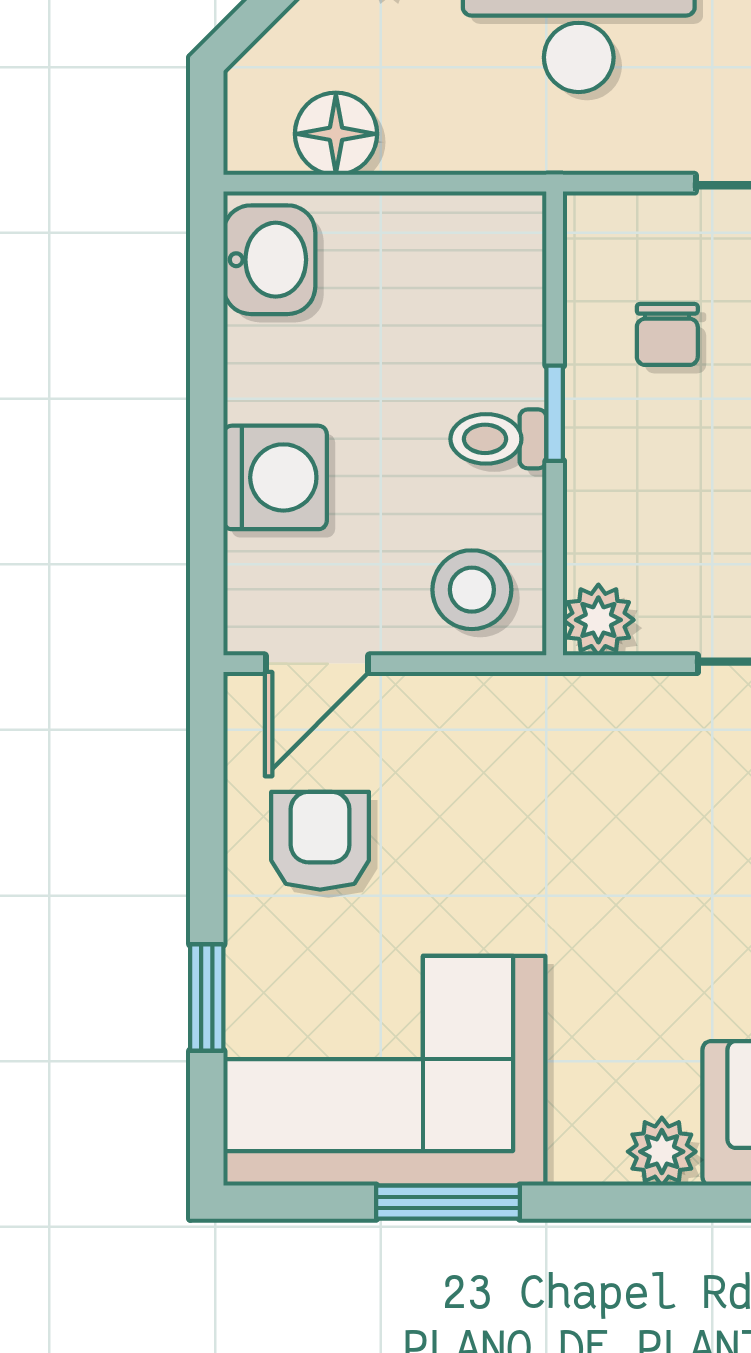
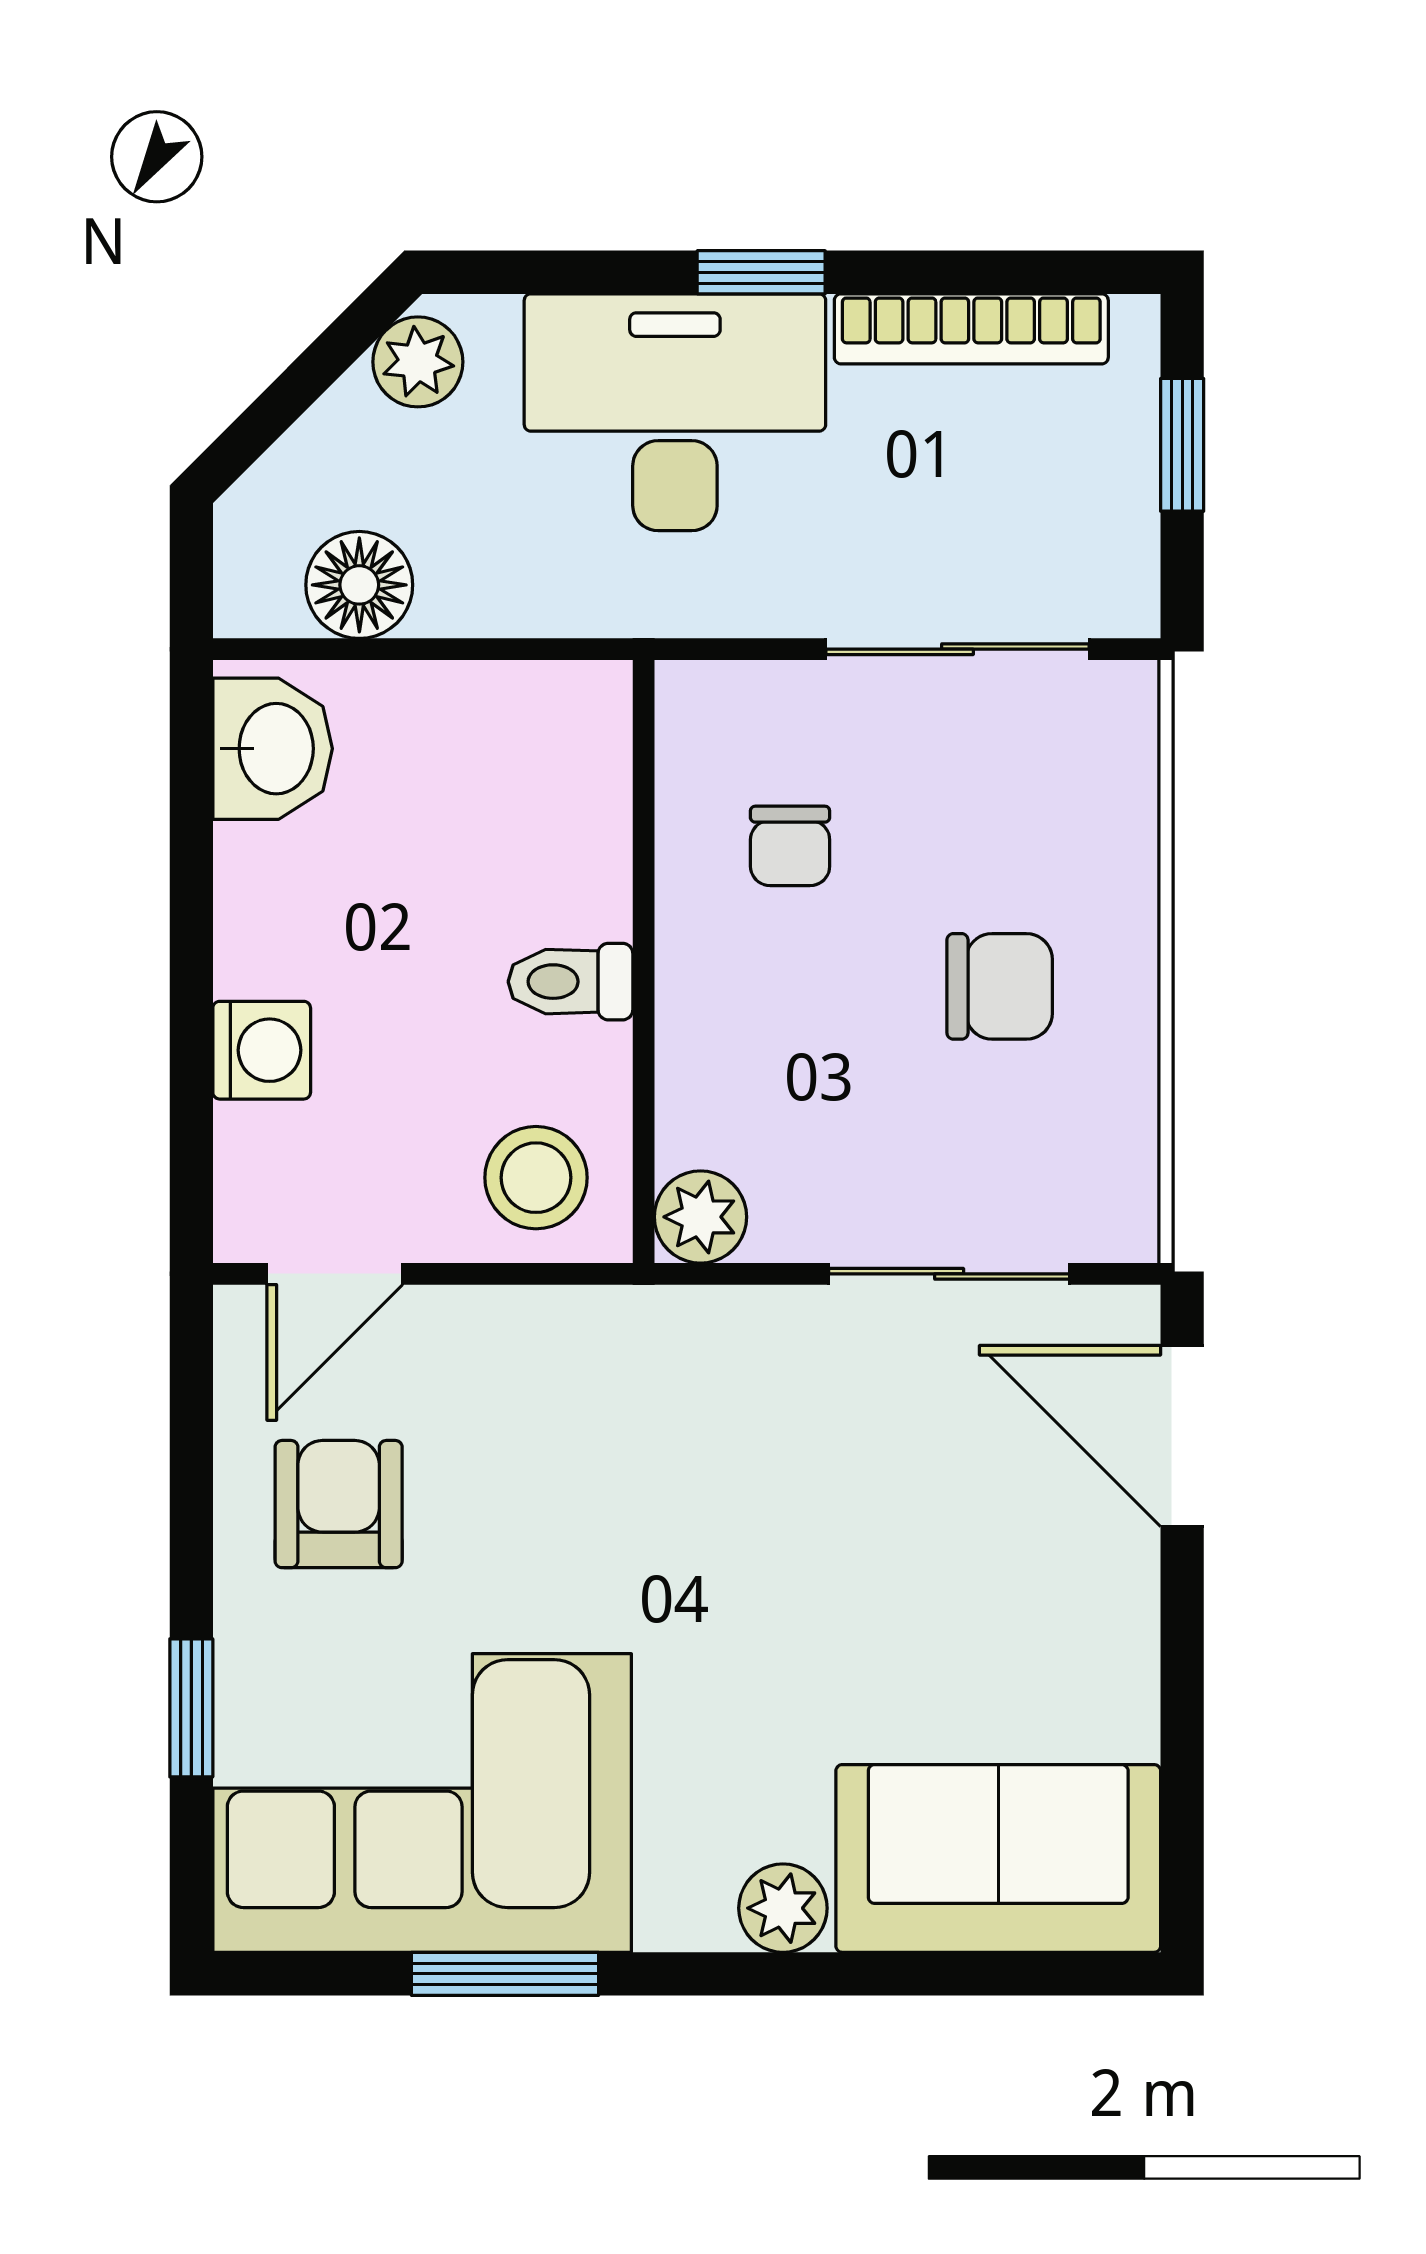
window: (555, 413) -> (644, 948), removed
washing machine: (275, 477) -> (262, 1050), width x0.73, depth x0.73

